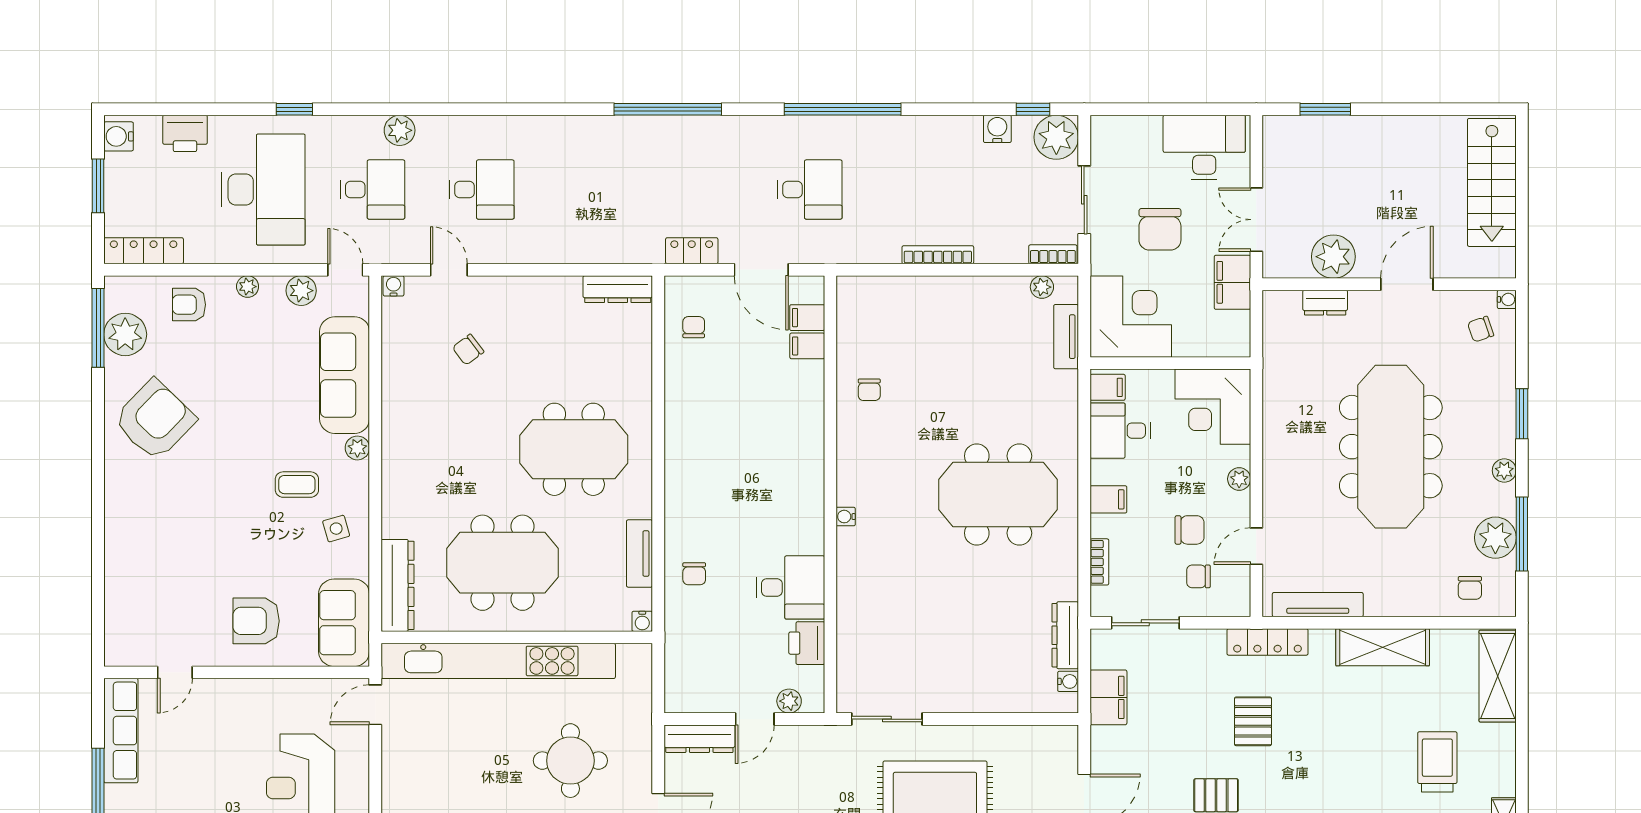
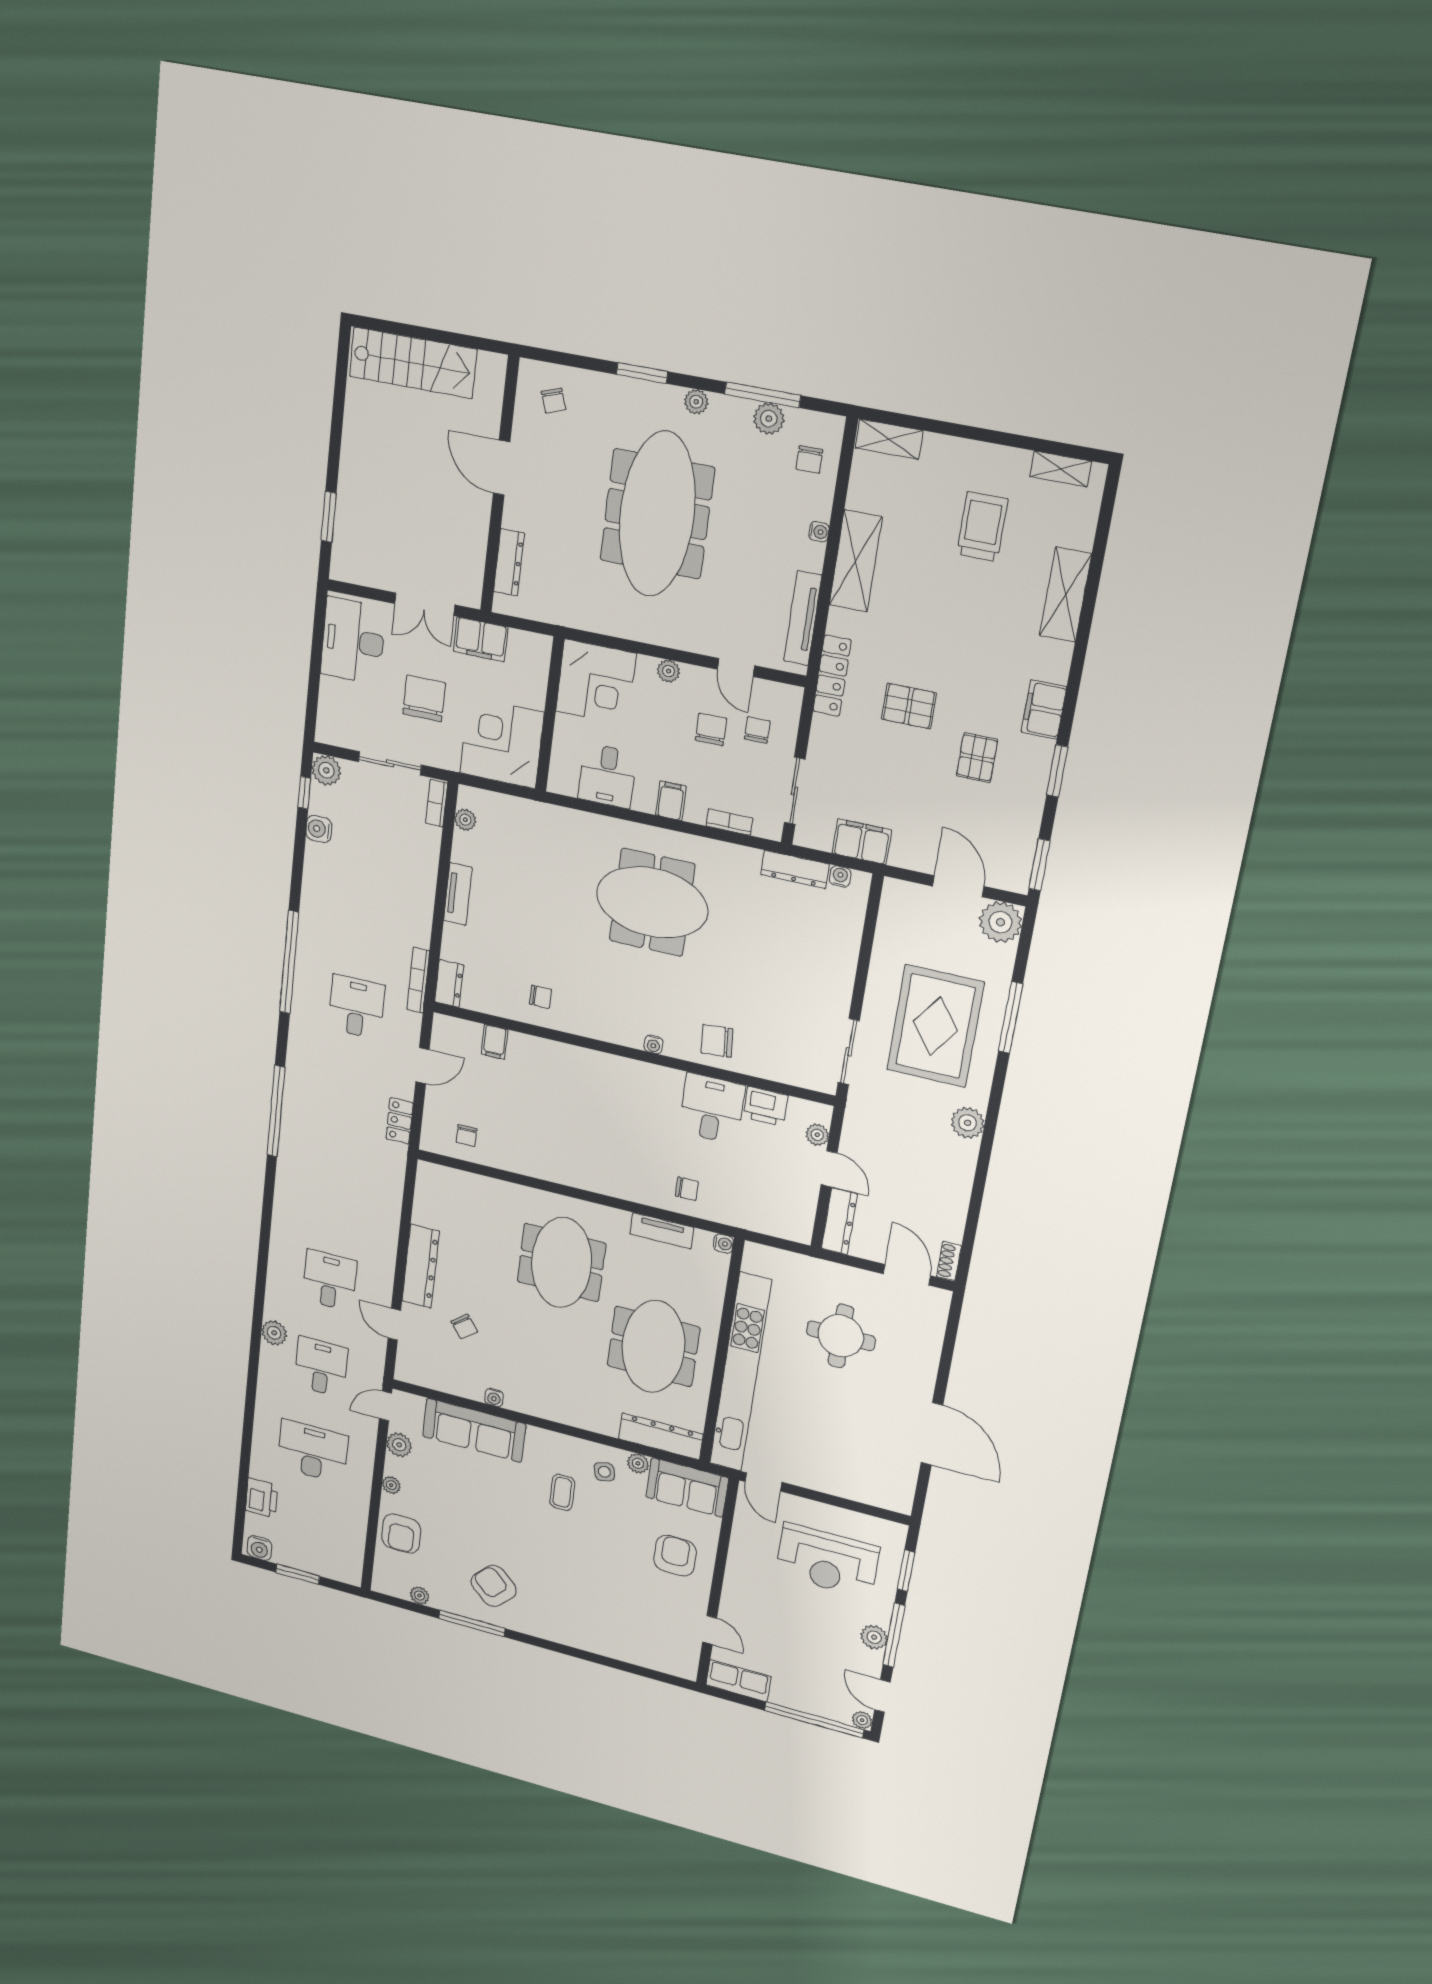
window: (294, 109) -> (250, 1410), removed
plant: (1056, 137) -> (326, 770), width x0.73, depth x0.73
desk: (263, 189) -> (313, 1451), width x0.73, depth x0.77
chair: (1160, 229) -> (424, 698), turned -90
locker: (144, 251) -> (353, 1555), removed
bookcase: (938, 255) -> (418, 980), moved
plant: (1333, 257) -> (467, 536), removed
door: (449, 270) -> (394, 1324), hinge flipped
door: (761, 270) -> (422, 1066), width x0.73
water cooler: (394, 286) -> (494, 1397), moved, turned -90
dresser: (618, 289) -> (421, 1266), moved, width x1.37, depth x1.24
dresser: (860, 289) -> (449, 984), added
water cooler: (1507, 299) -> (819, 532), moved, turned 90
dresser: (1325, 303) -> (509, 562), width x1.44
armchair: (189, 305) -> (401, 1534), width x1.38, depth x1.38
filing cabinet: (807, 318) -> (469, 1036), removed
chair: (694, 327) -> (466, 1135), turned -90
window: (98, 328) -> (472, 1623), moved
plant: (125, 334) -> (419, 1595), width x0.53, depth x0.53
tv unit: (1066, 337) -> (458, 894), moved, turned -90
filing cabinet: (1108, 387) -> (565, 779), removed
armchair: (155, 420) -> (494, 1586), width x0.73, depth x0.73
meeting table: (1391, 447) -> (657, 514), turned 90
plant: (357, 448) -> (638, 1463), moved
meeting table: (998, 495) -> (652, 902), turned 90
plant: (1495, 538) -> (769, 419), width x0.73, depth x0.73
chair: (1198, 576) -> (757, 730), turned 180
chair: (866, 582) -> (717, 1041), added
chair: (1470, 588) -> (809, 459), turned 90
armchair: (256, 621) -> (675, 1556), turned 180
shelving: (1498, 676) -> (889, 439), width x0.67, depth x0.75
row of seats: (121, 731) -> (739, 1681), width x0.68
trolley: (1437, 762) -> (982, 527), turned 90

